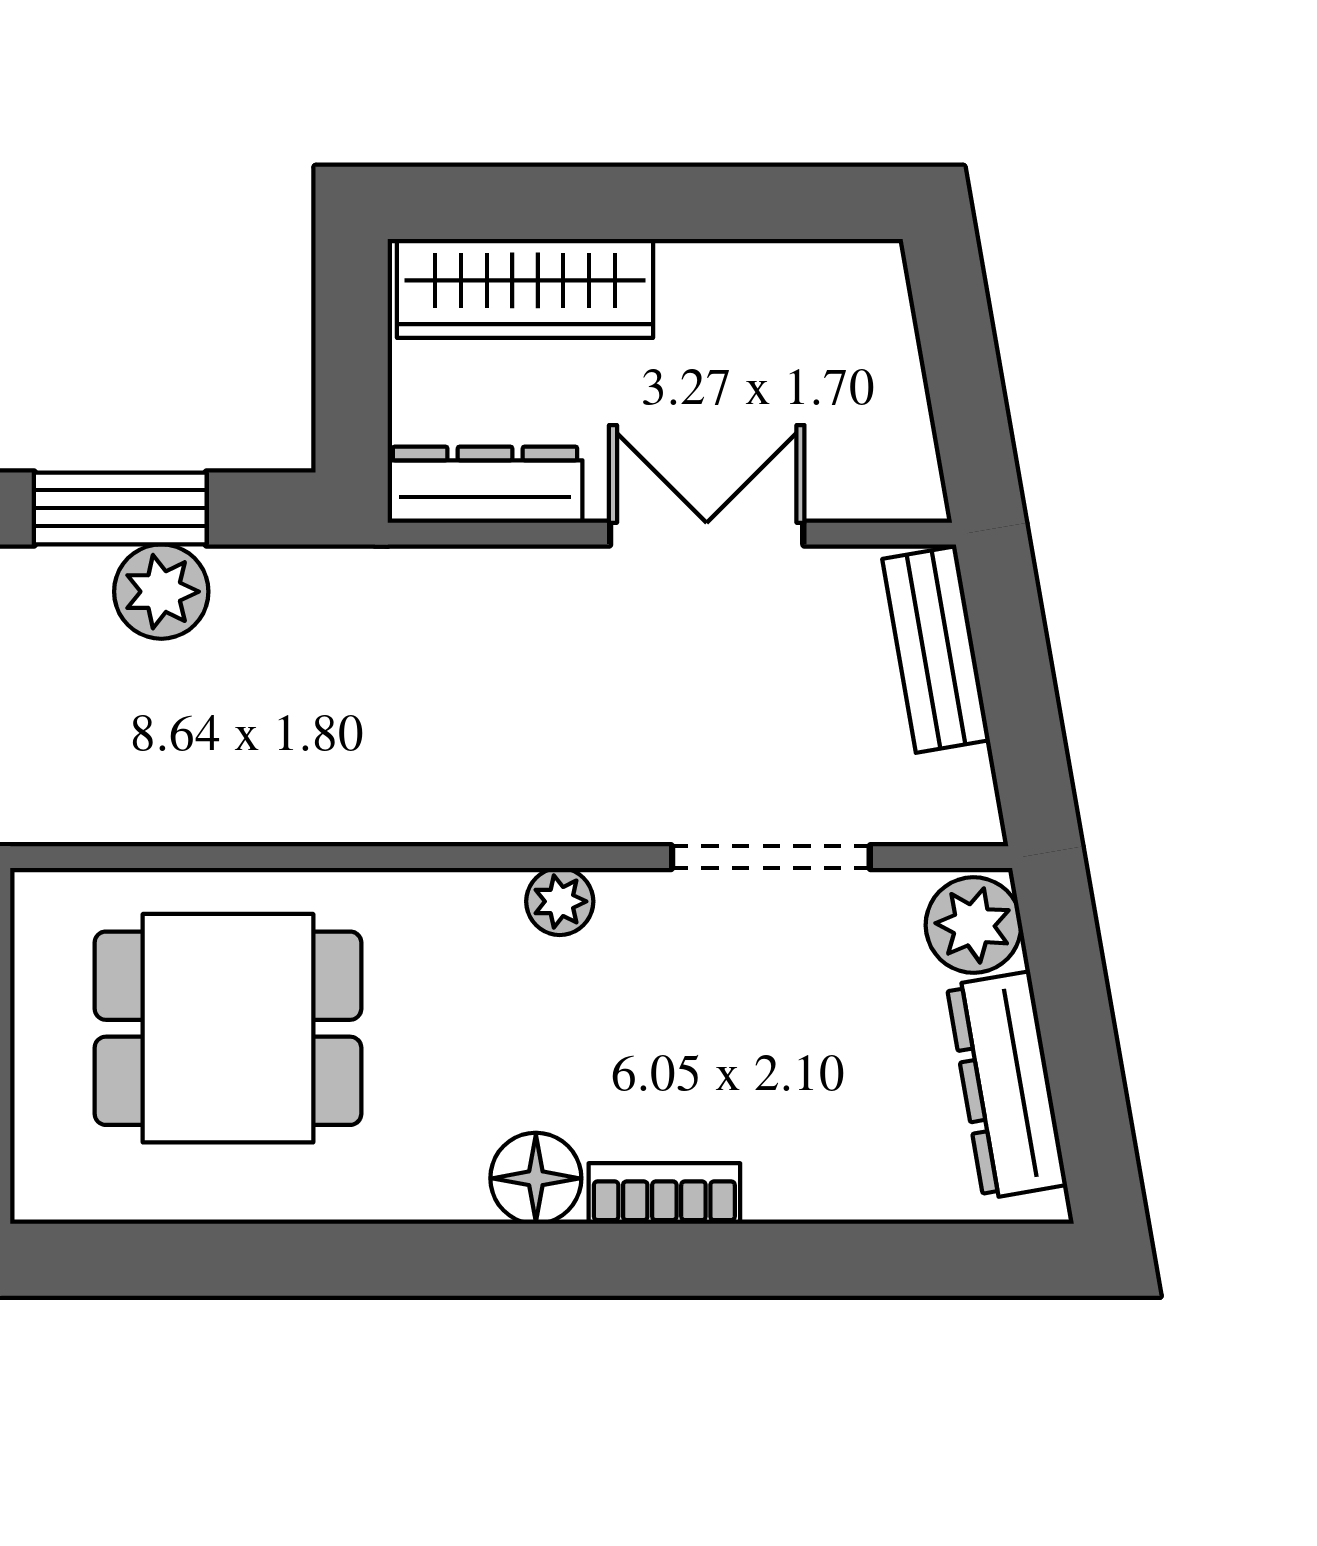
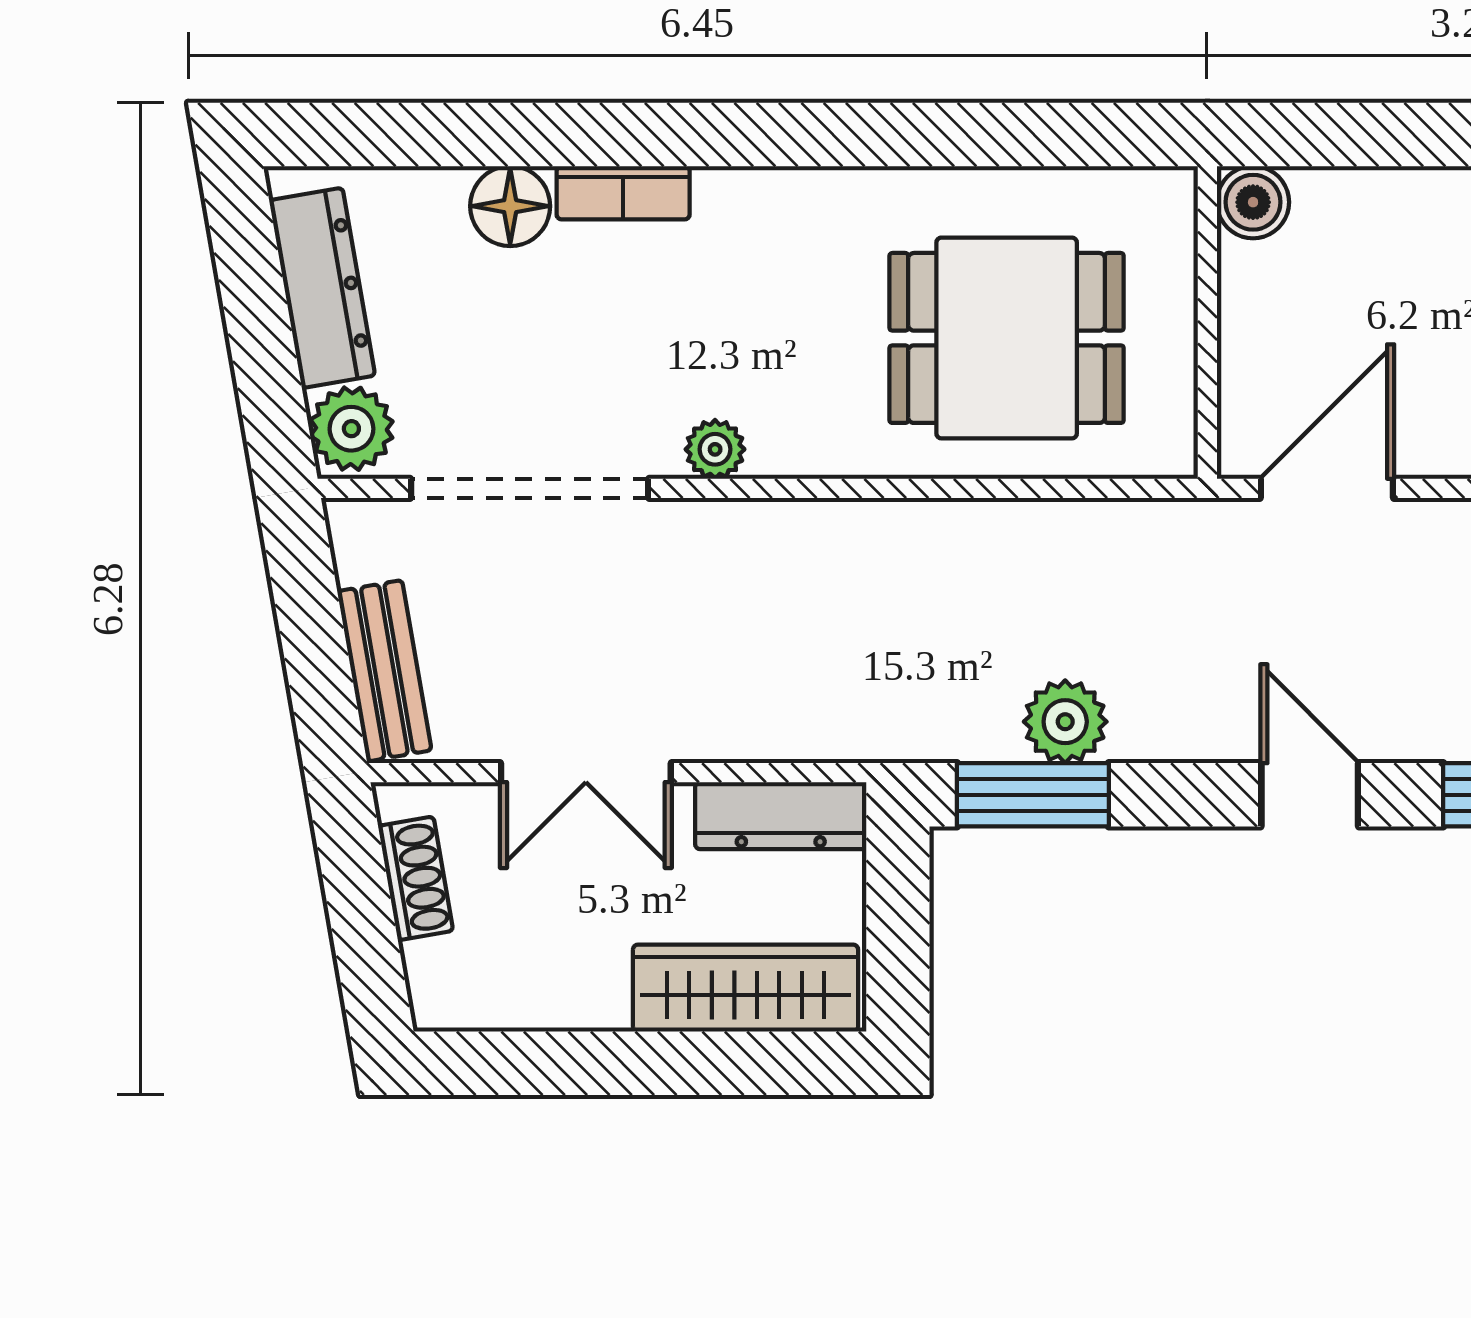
shoe rack: (901, 413) -> (416, 878), added
window: (120, 508) -> (1033, 795), moved
doorway: (771, 857) -> (530, 488), width x1.36
floor lamp: (536, 1178) -> (510, 206), moved

